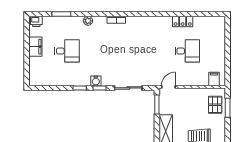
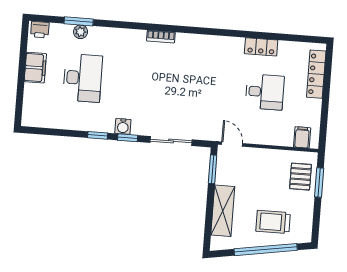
plant: (88, 21) -> (81, 32), moved
locker: (220, 37) -> (316, 74), added
desk: (67, 51) -> (83, 78), width x1.37
door: (168, 87) -> (232, 144), hinge flipped

